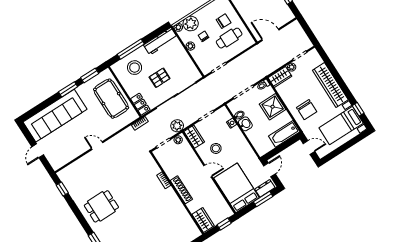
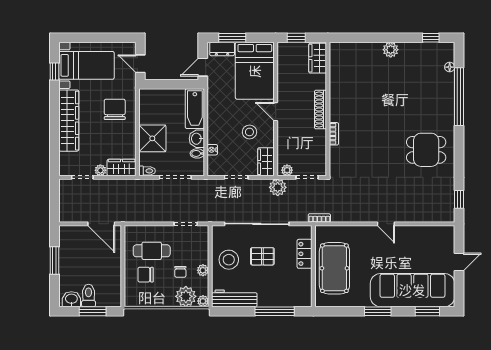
stool: (135, 68) -> (229, 260), moved
window: (90, 75) -> (427, 311), moved
locker: (140, 104) -> (305, 254), moved
bathtub: (284, 134) -> (195, 109), moved, turned 90

